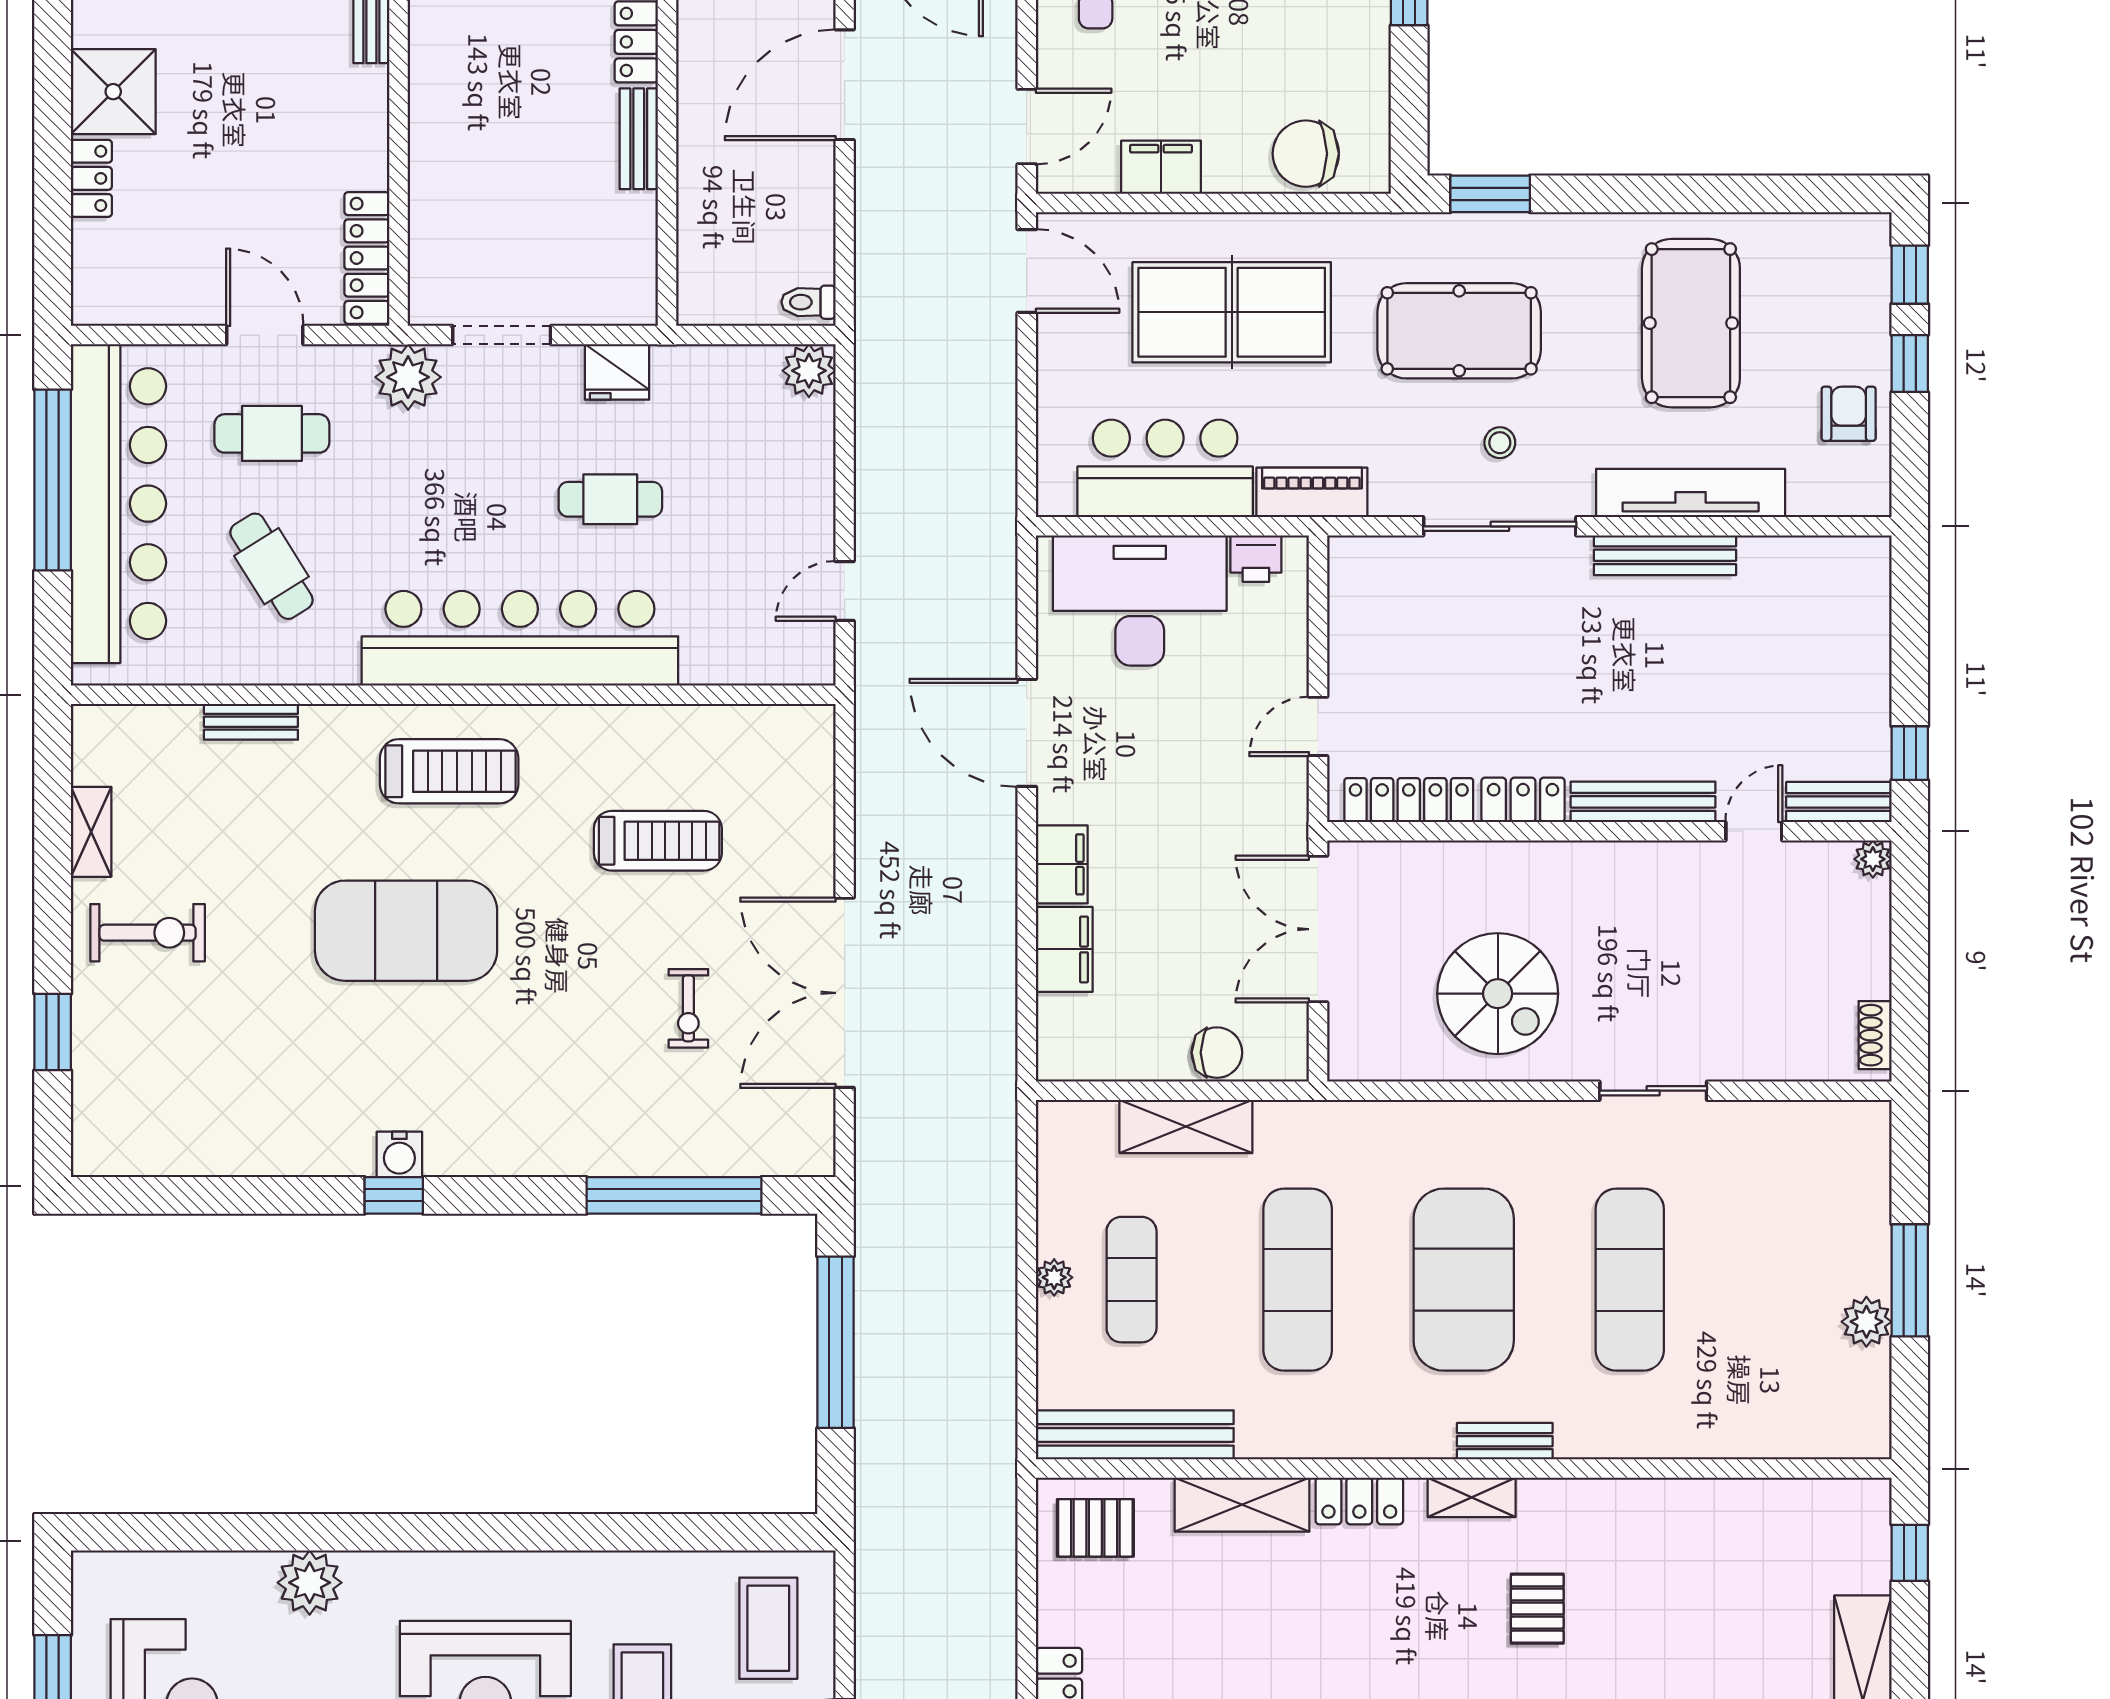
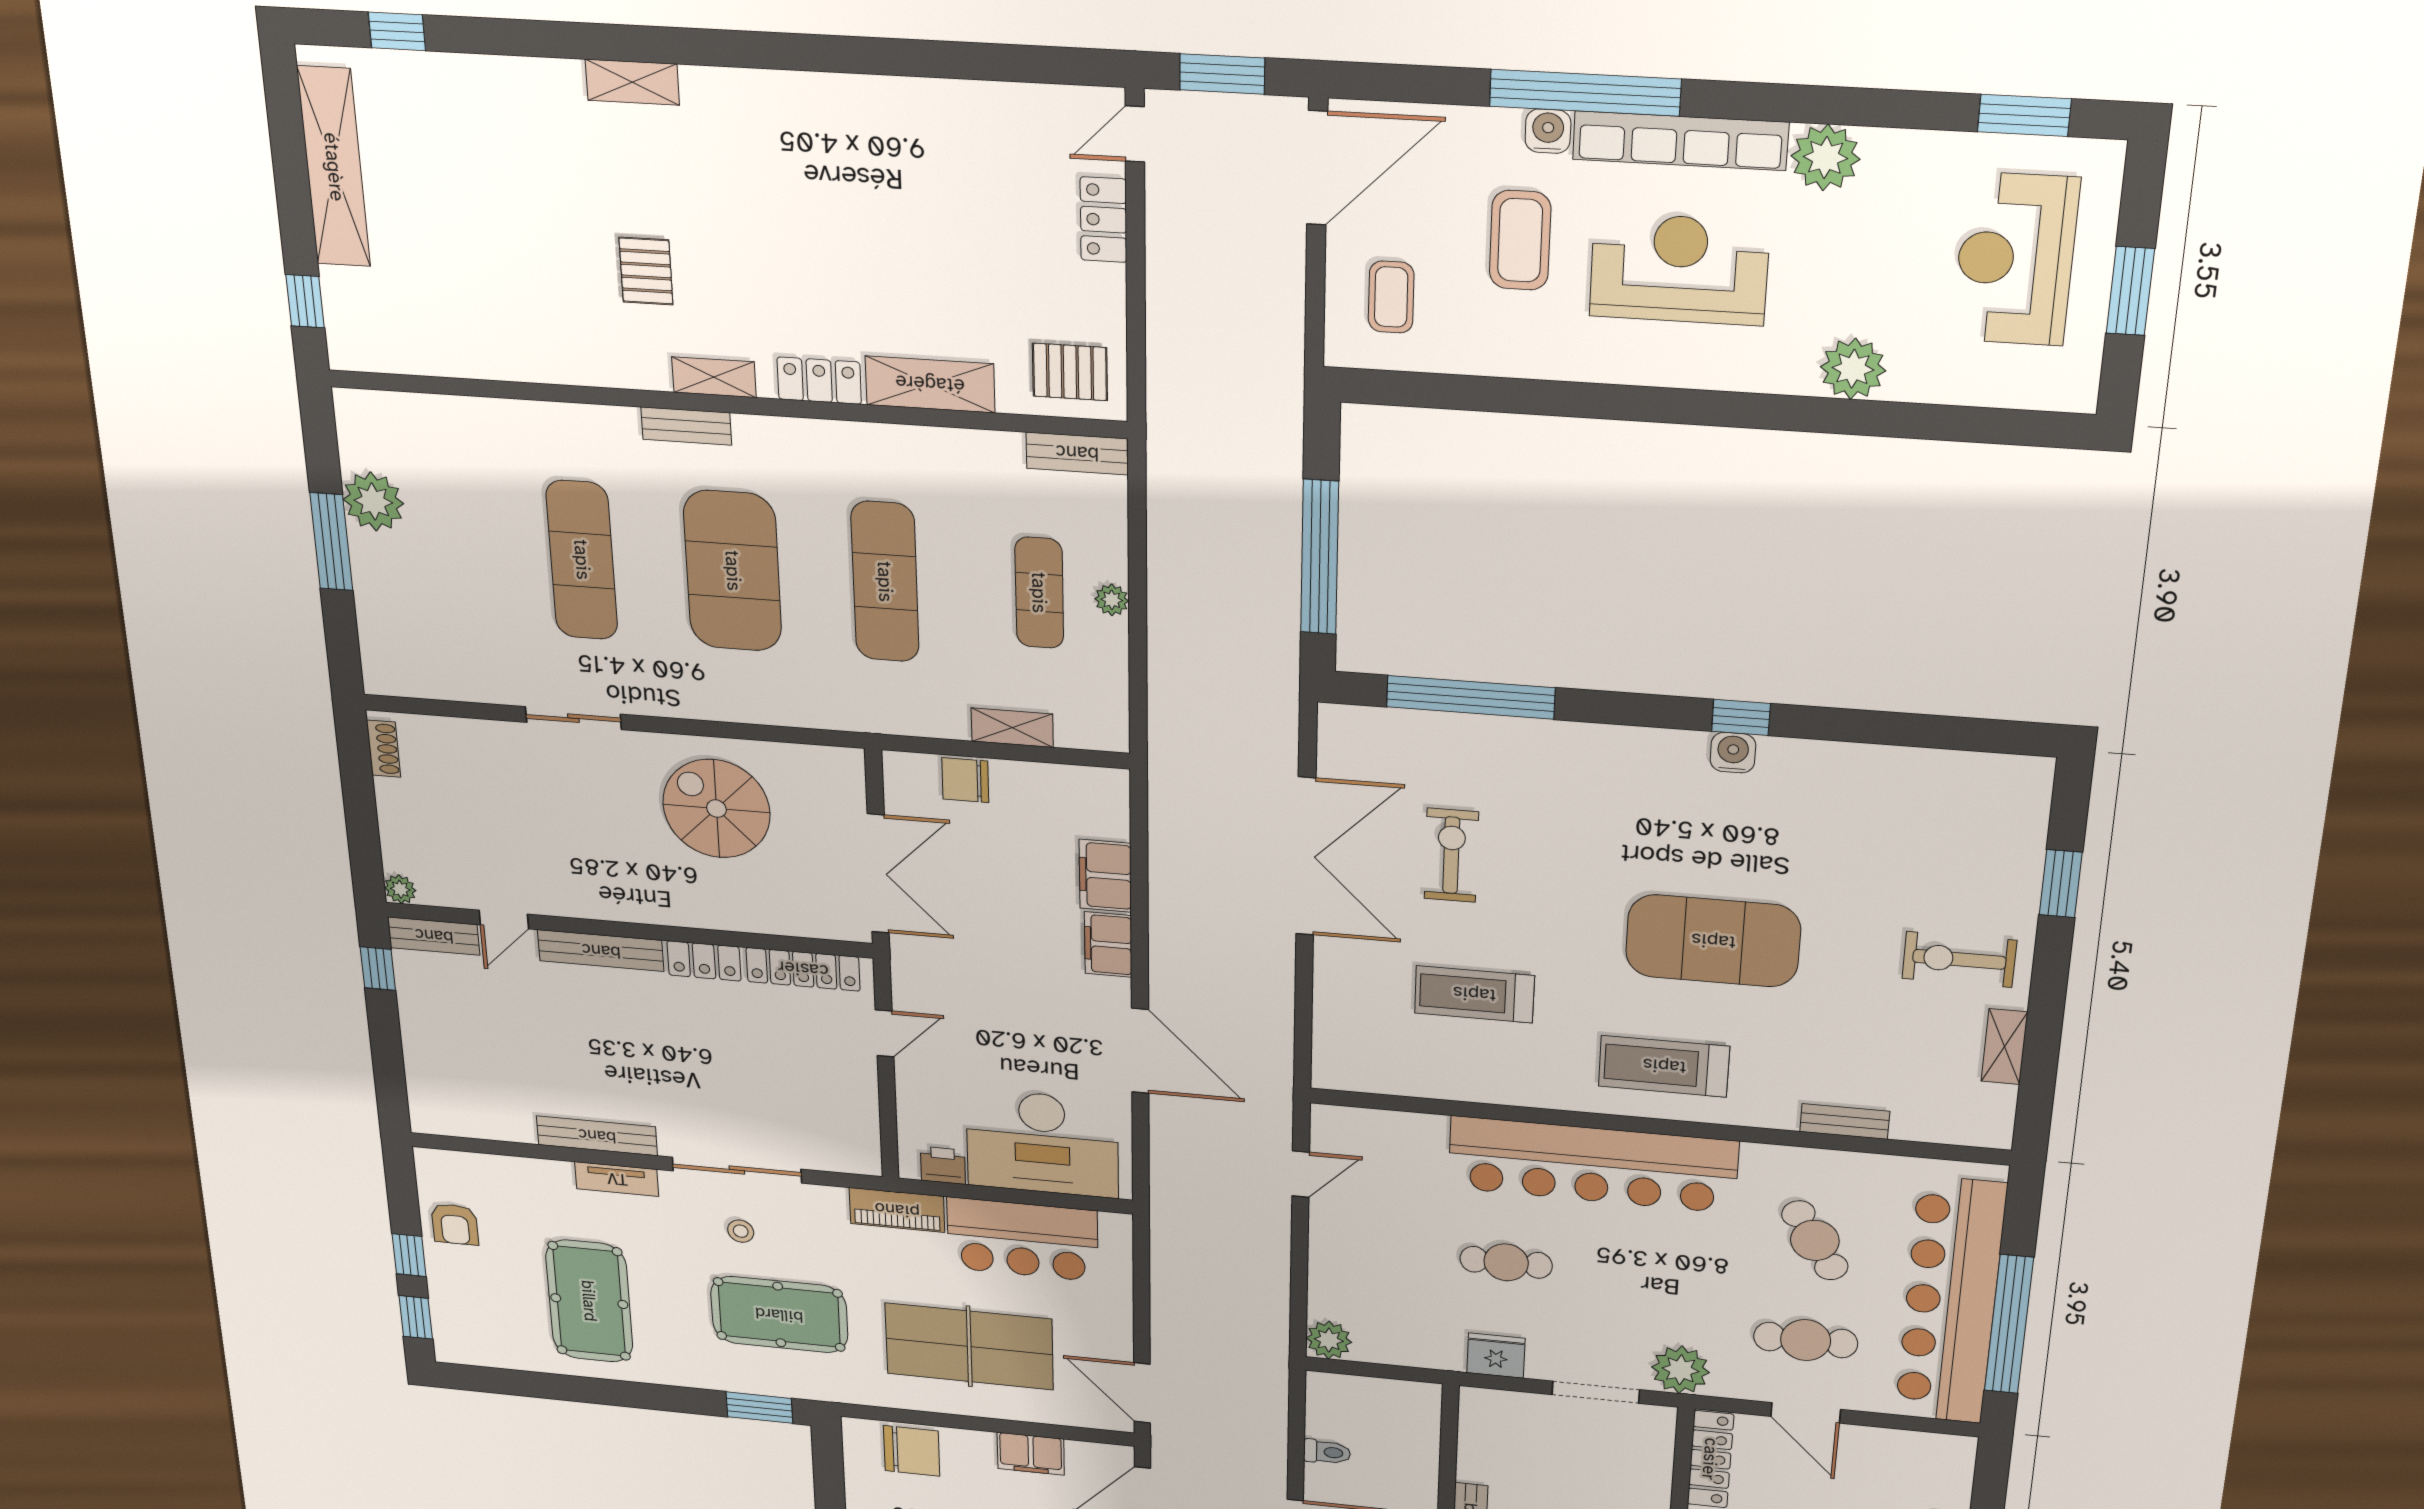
toilet: (808, 302) -> (1327, 1452), moved
tv unit: (1691, 493) -> (617, 1179), width x0.52, depth x0.78
exercise bike: (688, 1008) -> (1451, 855), width x1.38, depth x1.39
shelving: (1186, 1126) -> (1012, 728), width x0.67, depth x0.75
plant: (1866, 1322) -> (373, 502), width x1.36, depth x1.36
bench: (1135, 1435) -> (1077, 453), width x0.54, depth x0.82
coffee table: (768, 1628) -> (1391, 297), width x0.73, depth x0.77

